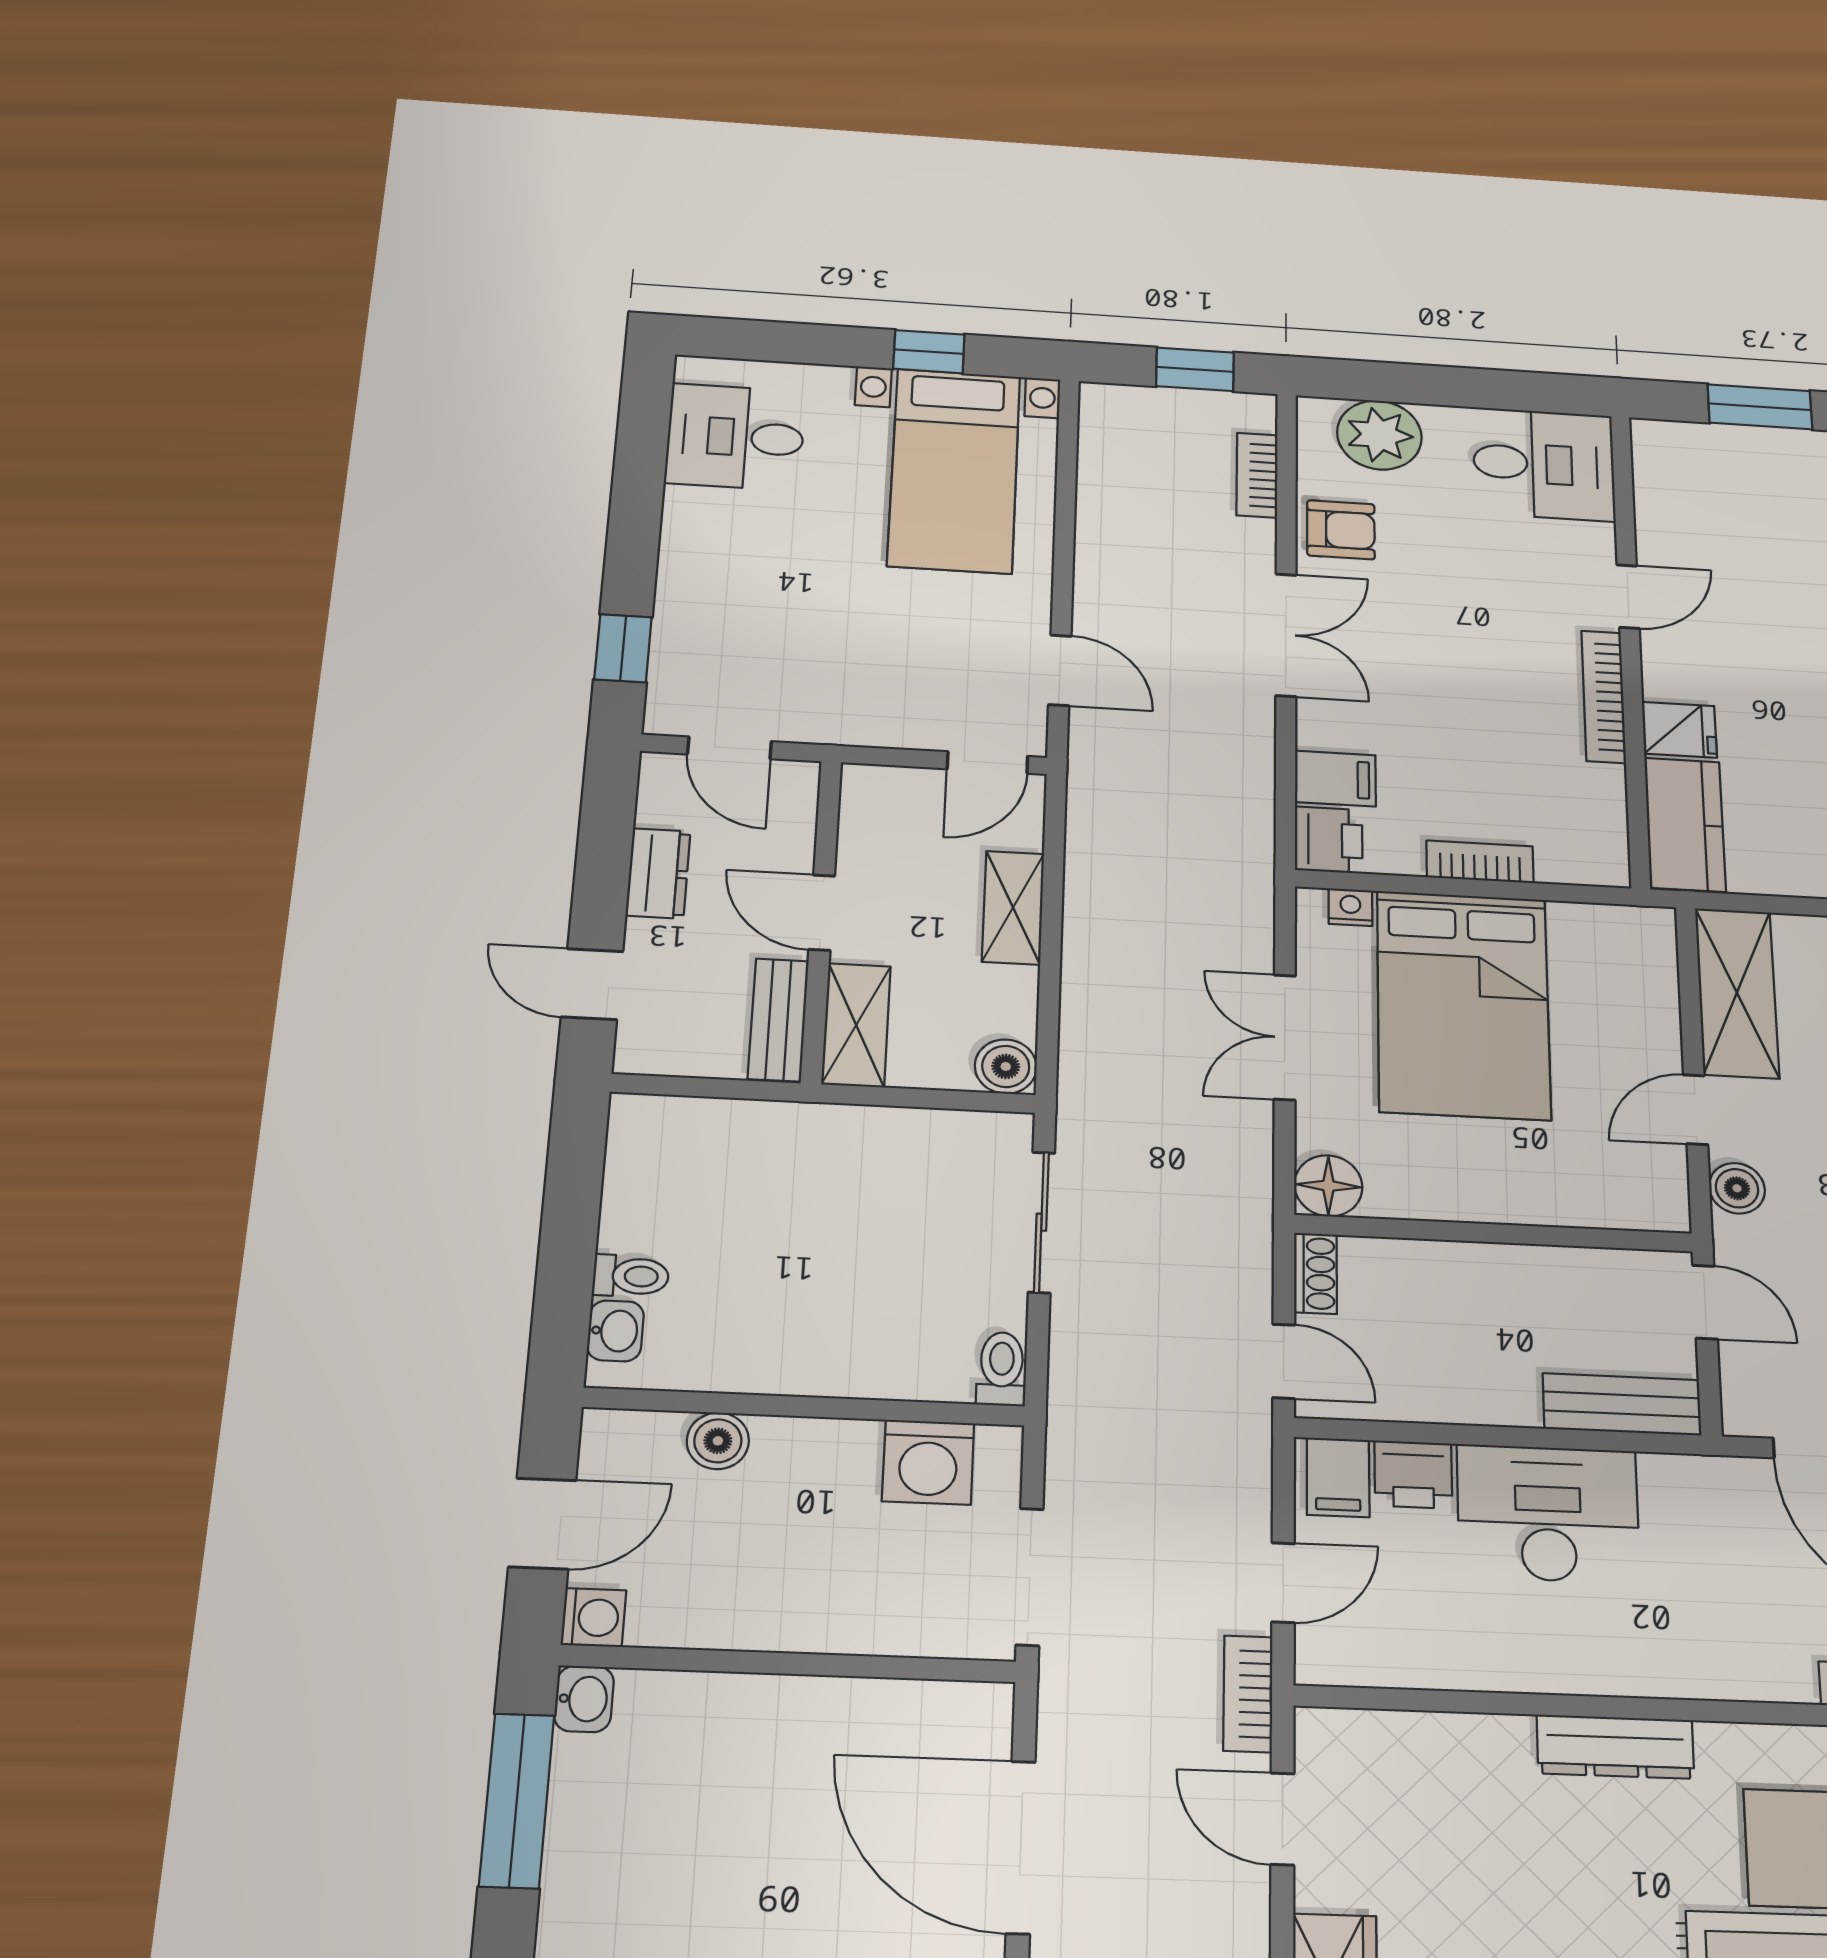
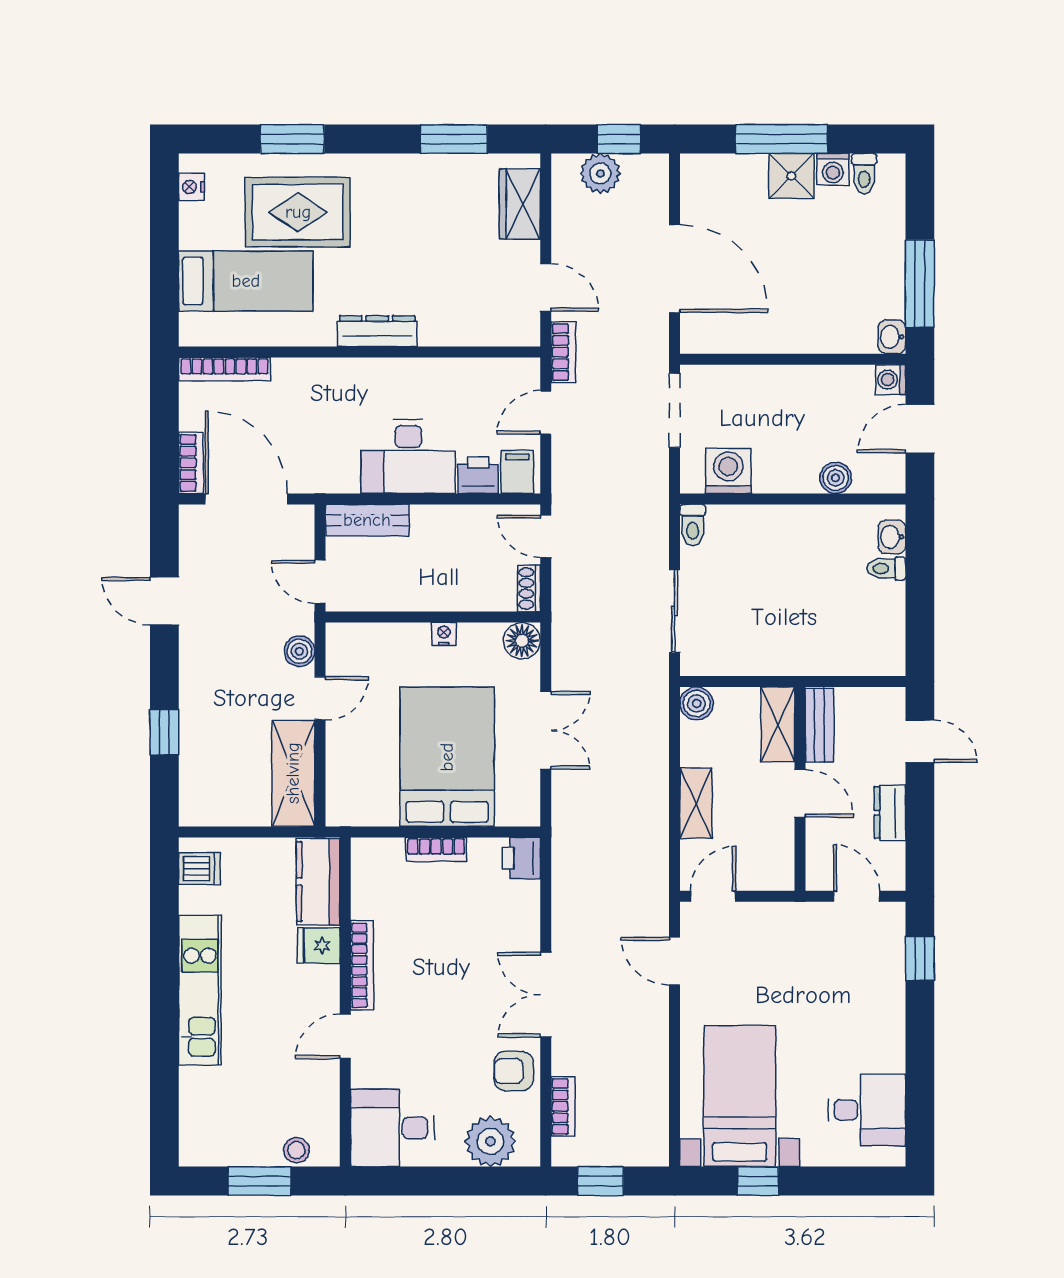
stool: (1702, 444) -> (297, 1150), added
filing cabinet: (1335, 779) -> (517, 899), removed
nightstand: (1350, 907) -> (444, 634), moved, turned 180

